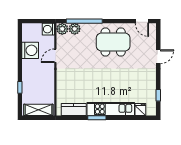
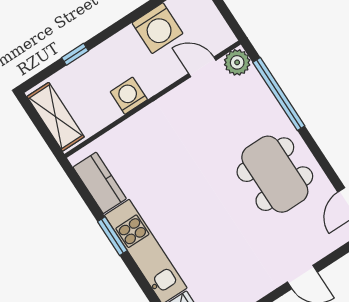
washing machine: (48, 29) -> (129, 96), moved
plant: (75, 29) -> (252, 86), removed
door: (55, 56) -> (202, 67), moved

